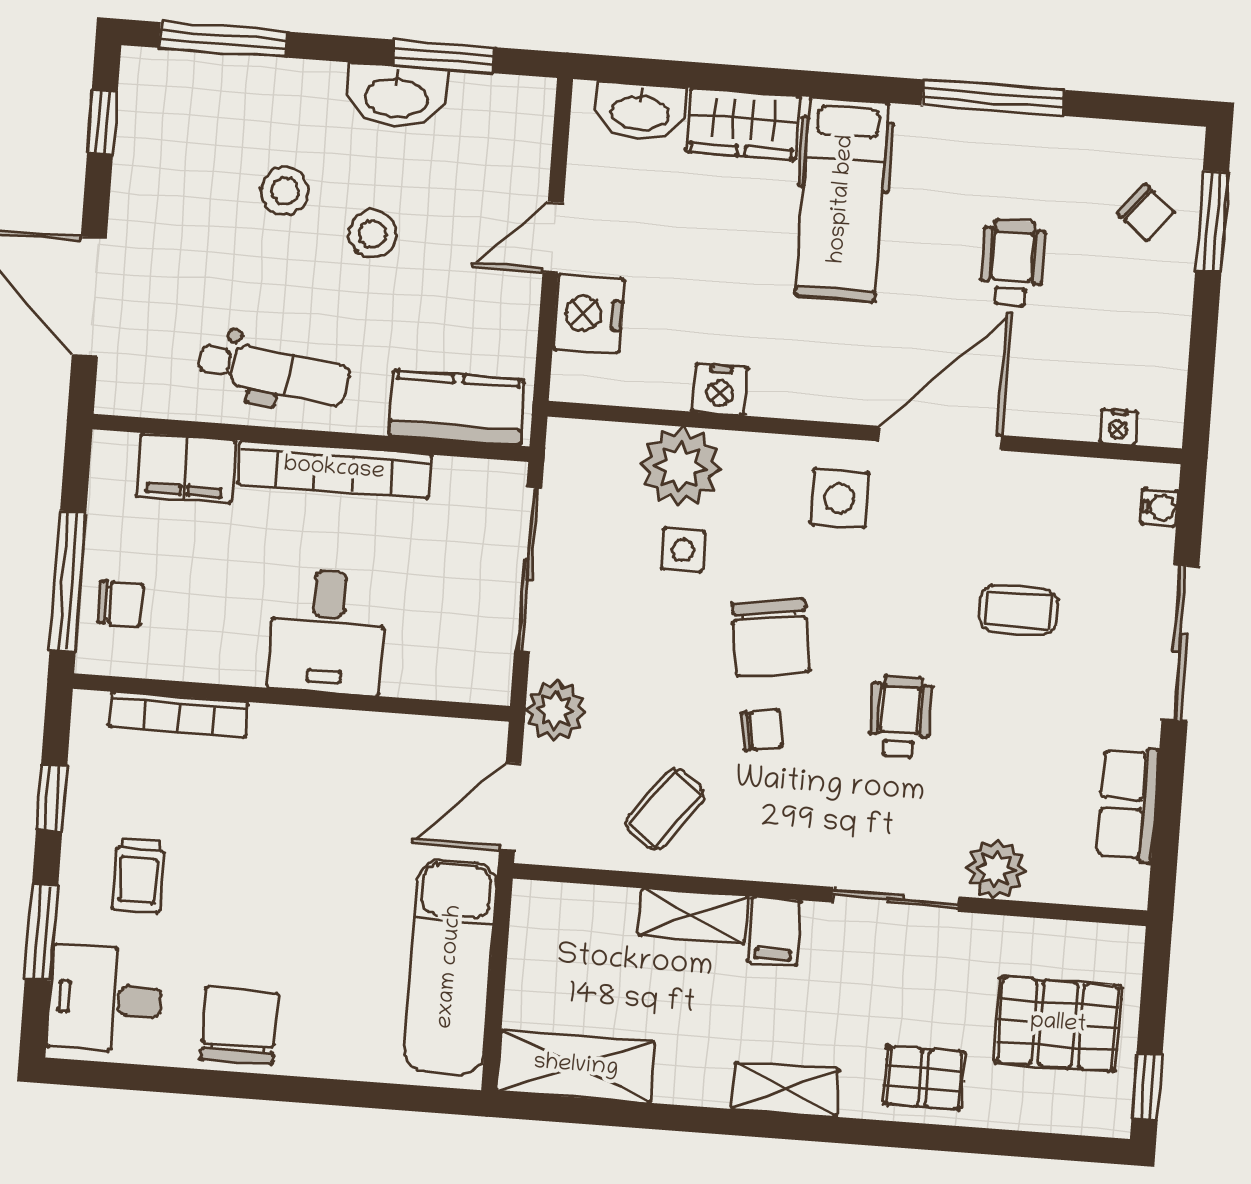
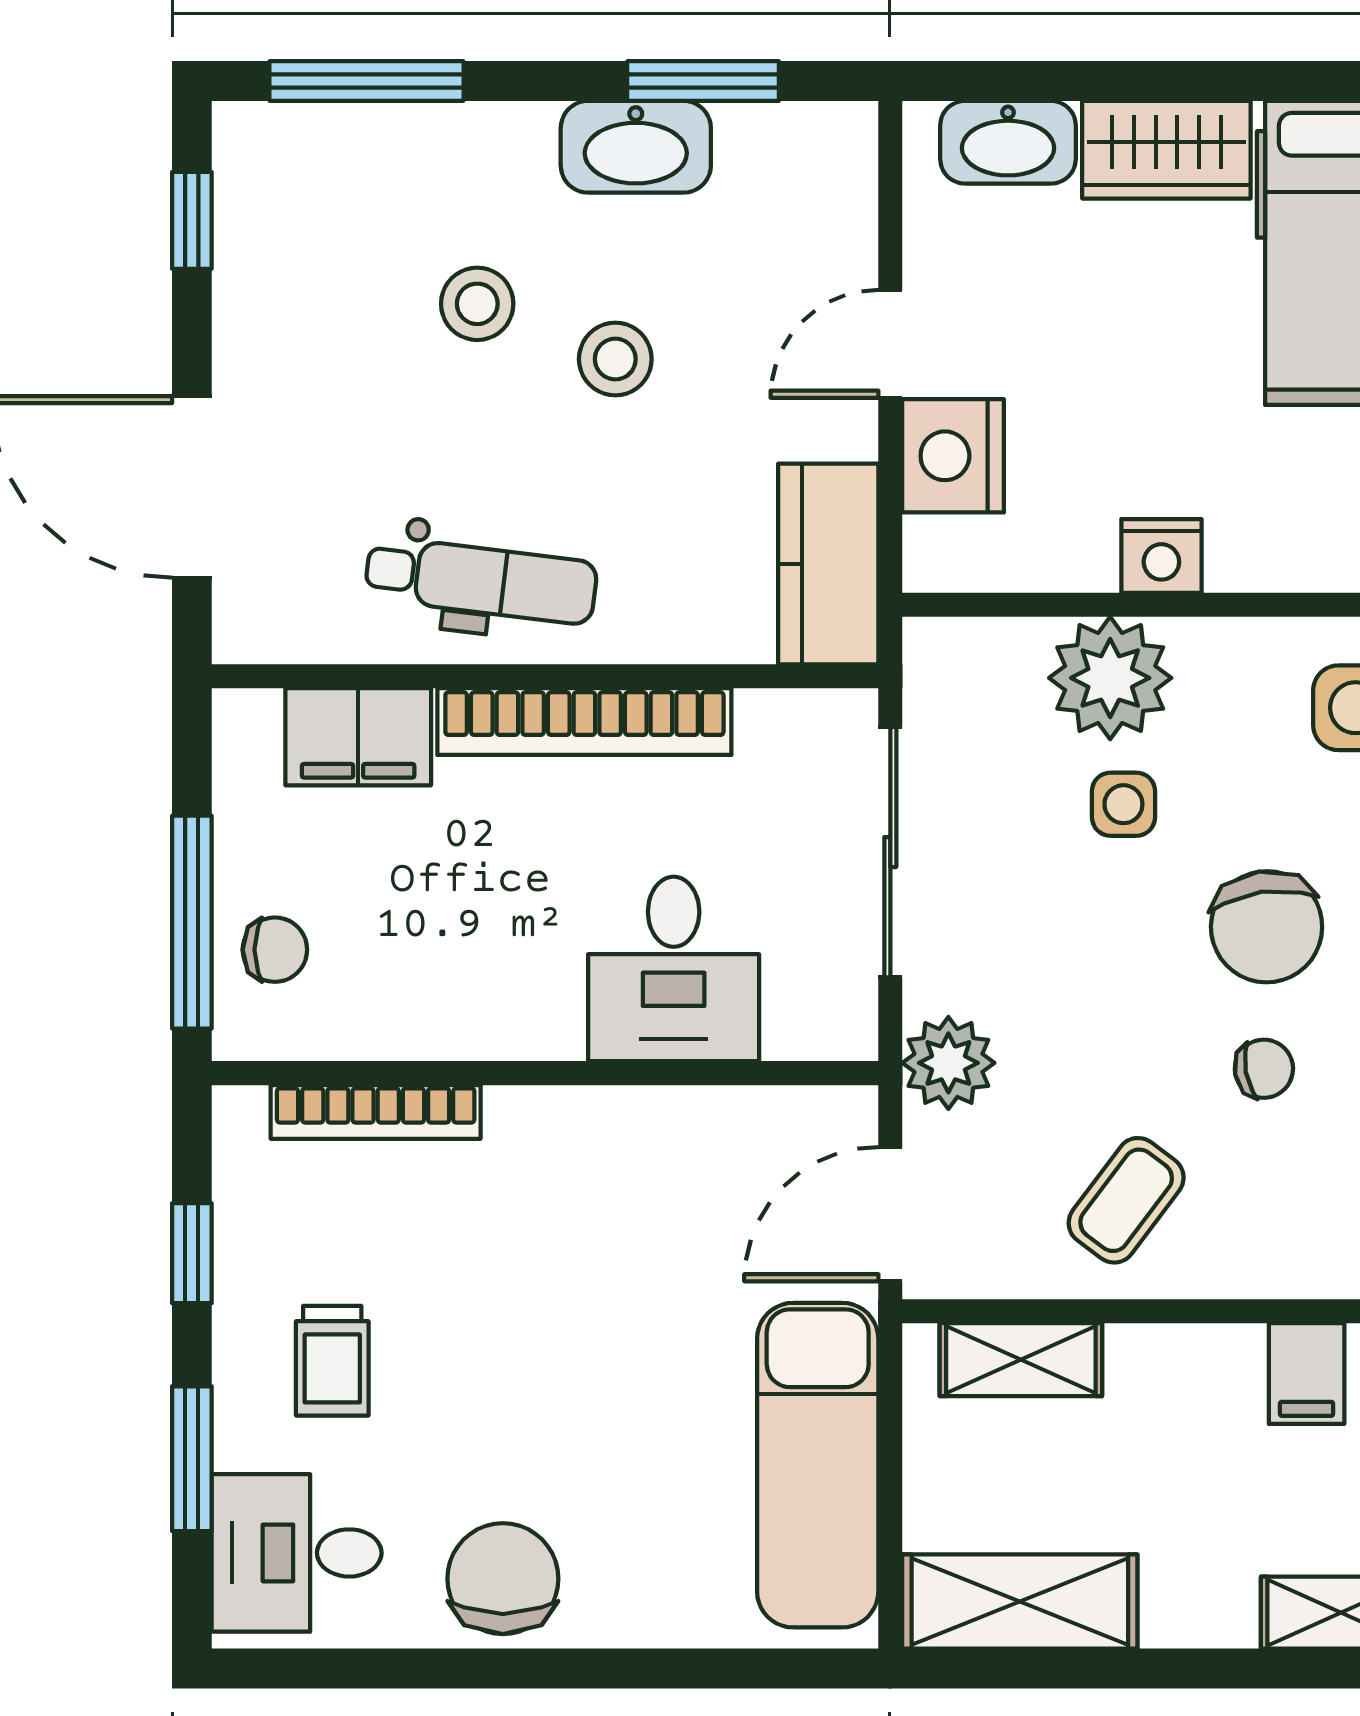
kitchen counter: (456, 408) -> (828, 564), moved, turned -90
desk: (327, 632) -> (674, 969), moved
shelving: (693, 916) -> (1021, 1360), moved

